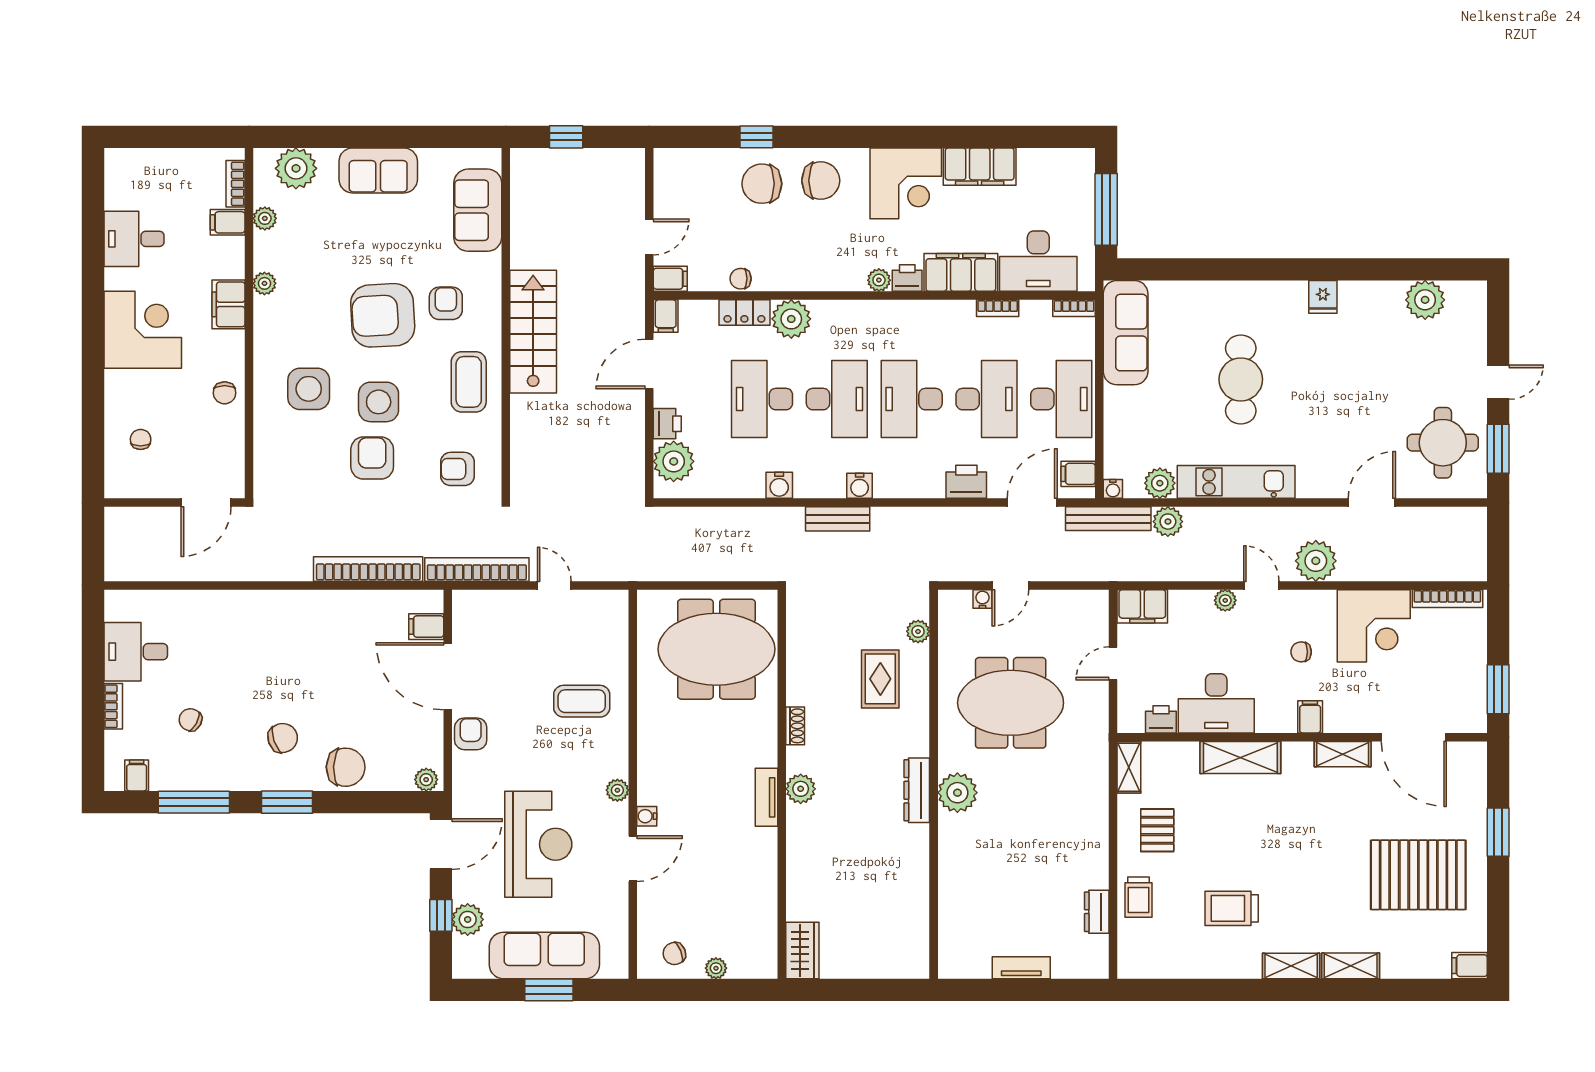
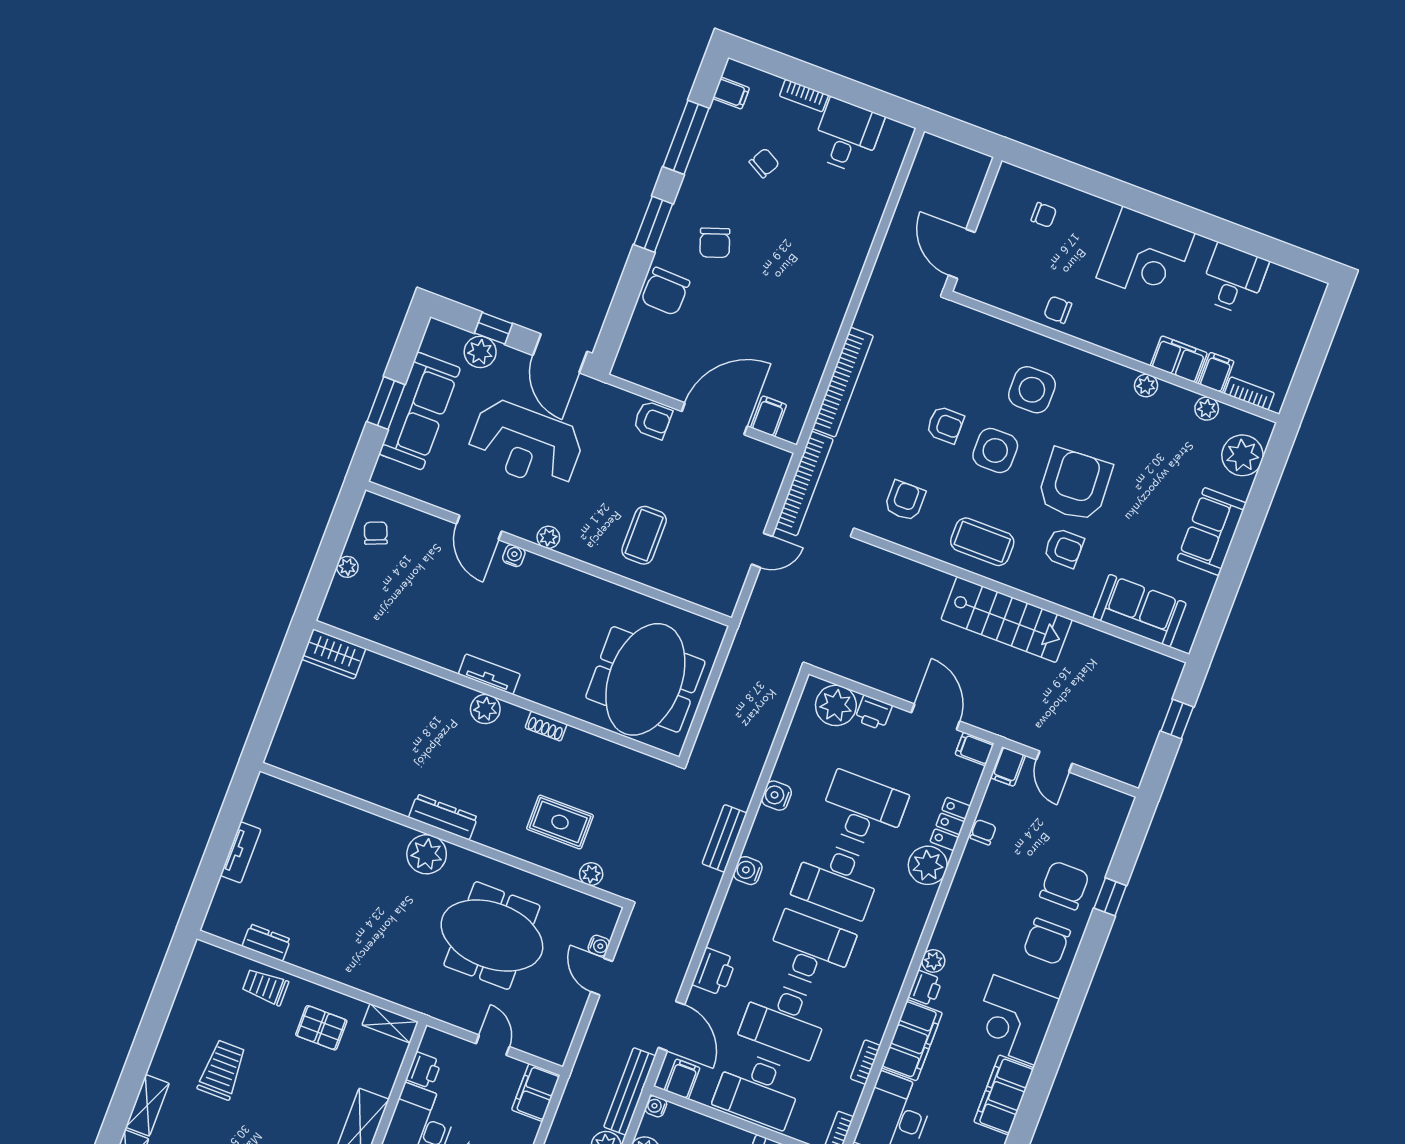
filing cabinet: (228, 304) -> (1179, 359), moved
armchair: (372, 458) -> (945, 425), width x0.72, depth x0.72
meeting table: (1011, 703) -> (492, 936), turned 90
plant: (426, 780) -> (625, 362), removed

